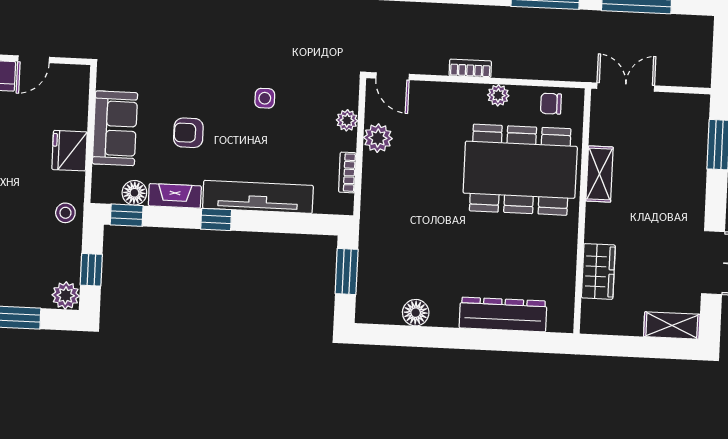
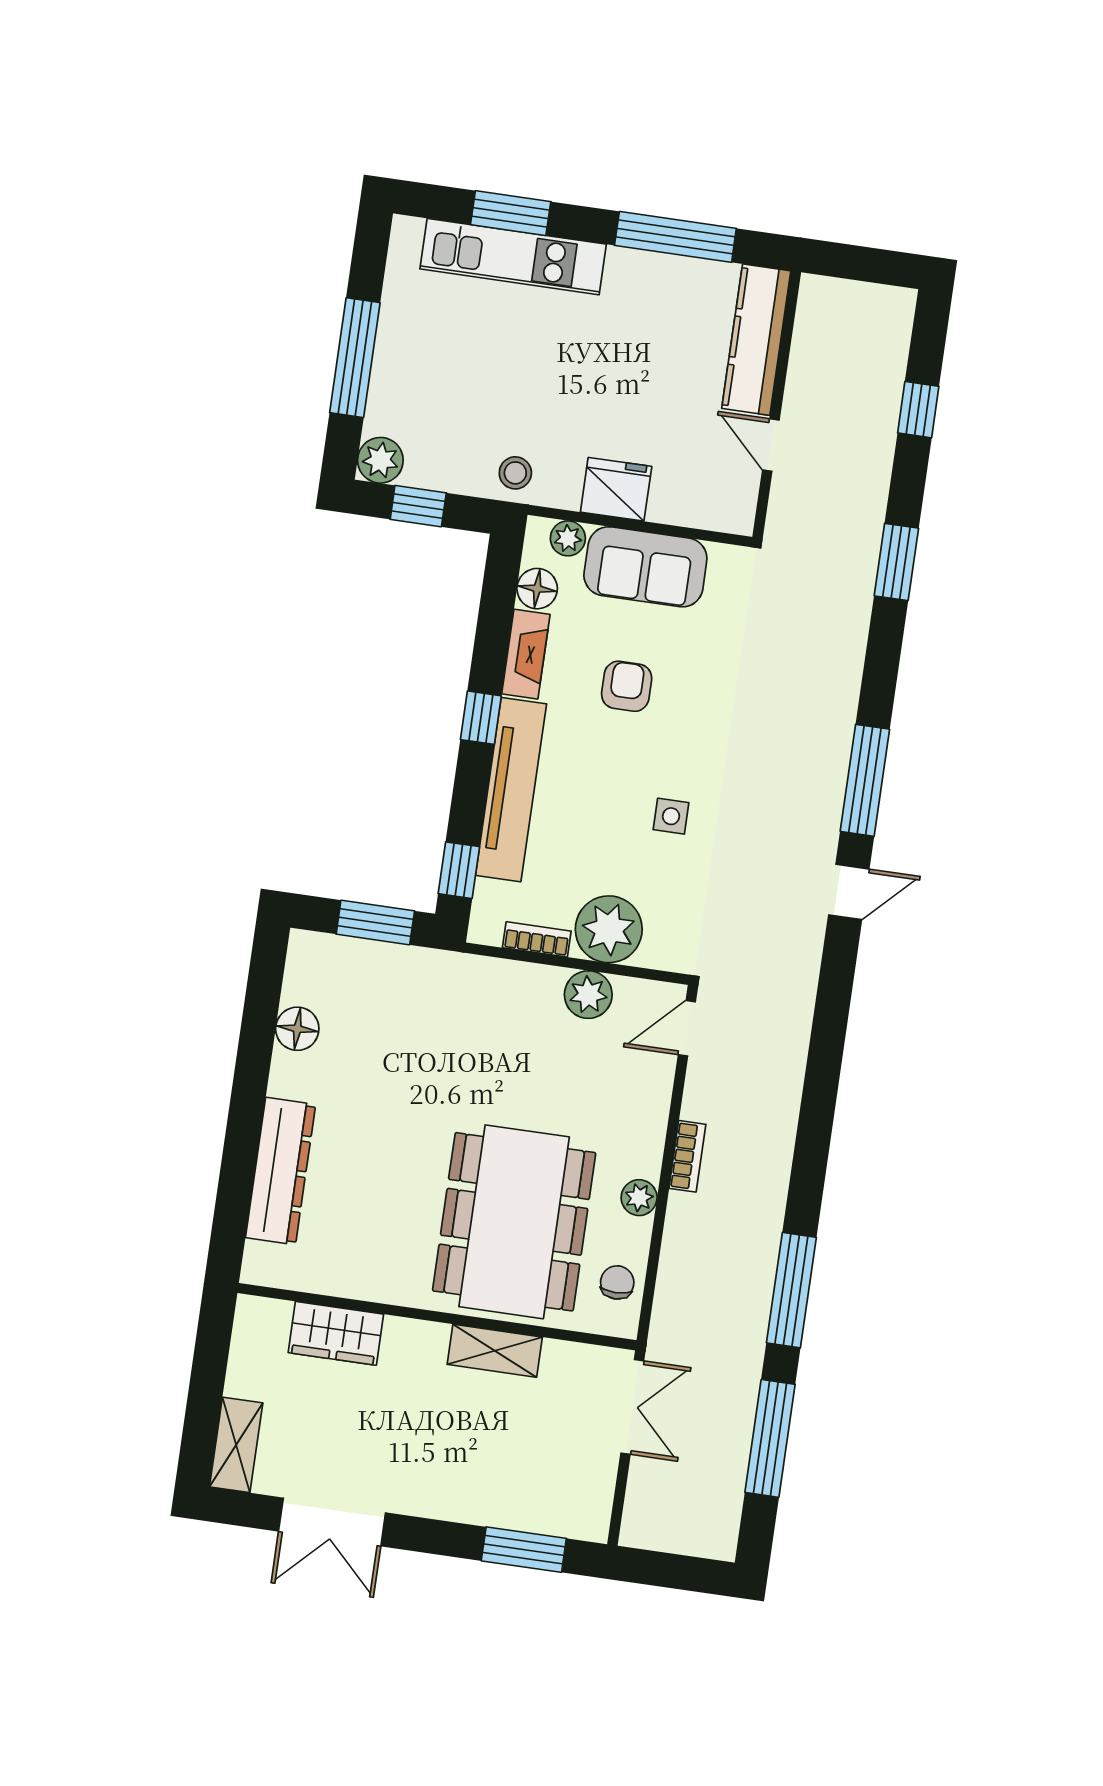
plant: (347, 120) -> (609, 929), width x1.87, depth x1.87
plant: (102, 177) -> (568, 538), added
window: (127, 215) -> (459, 870), moved

